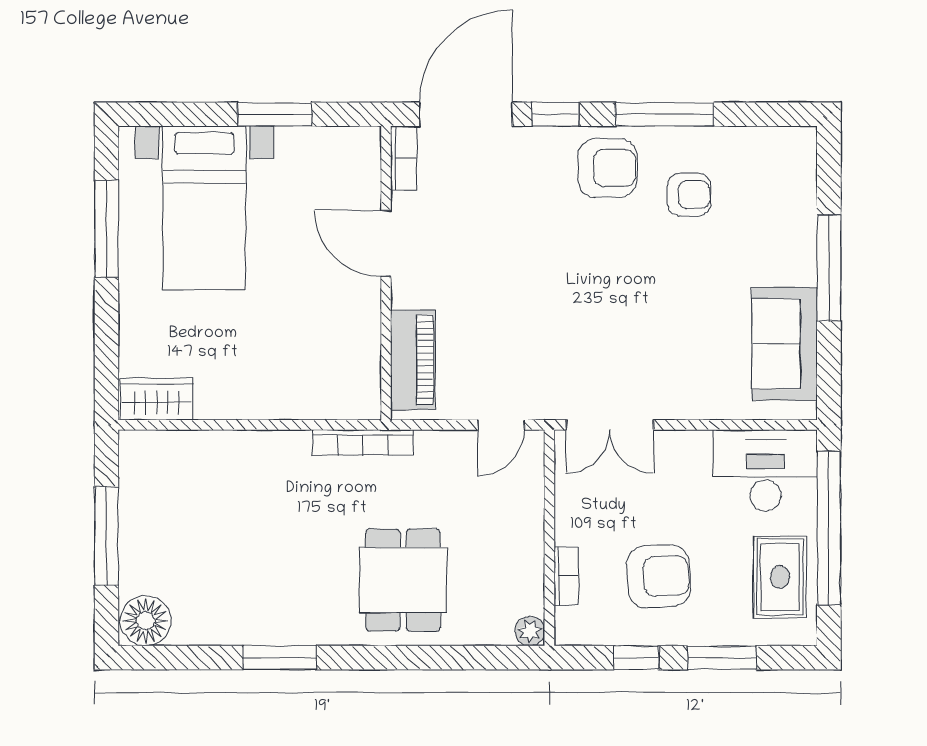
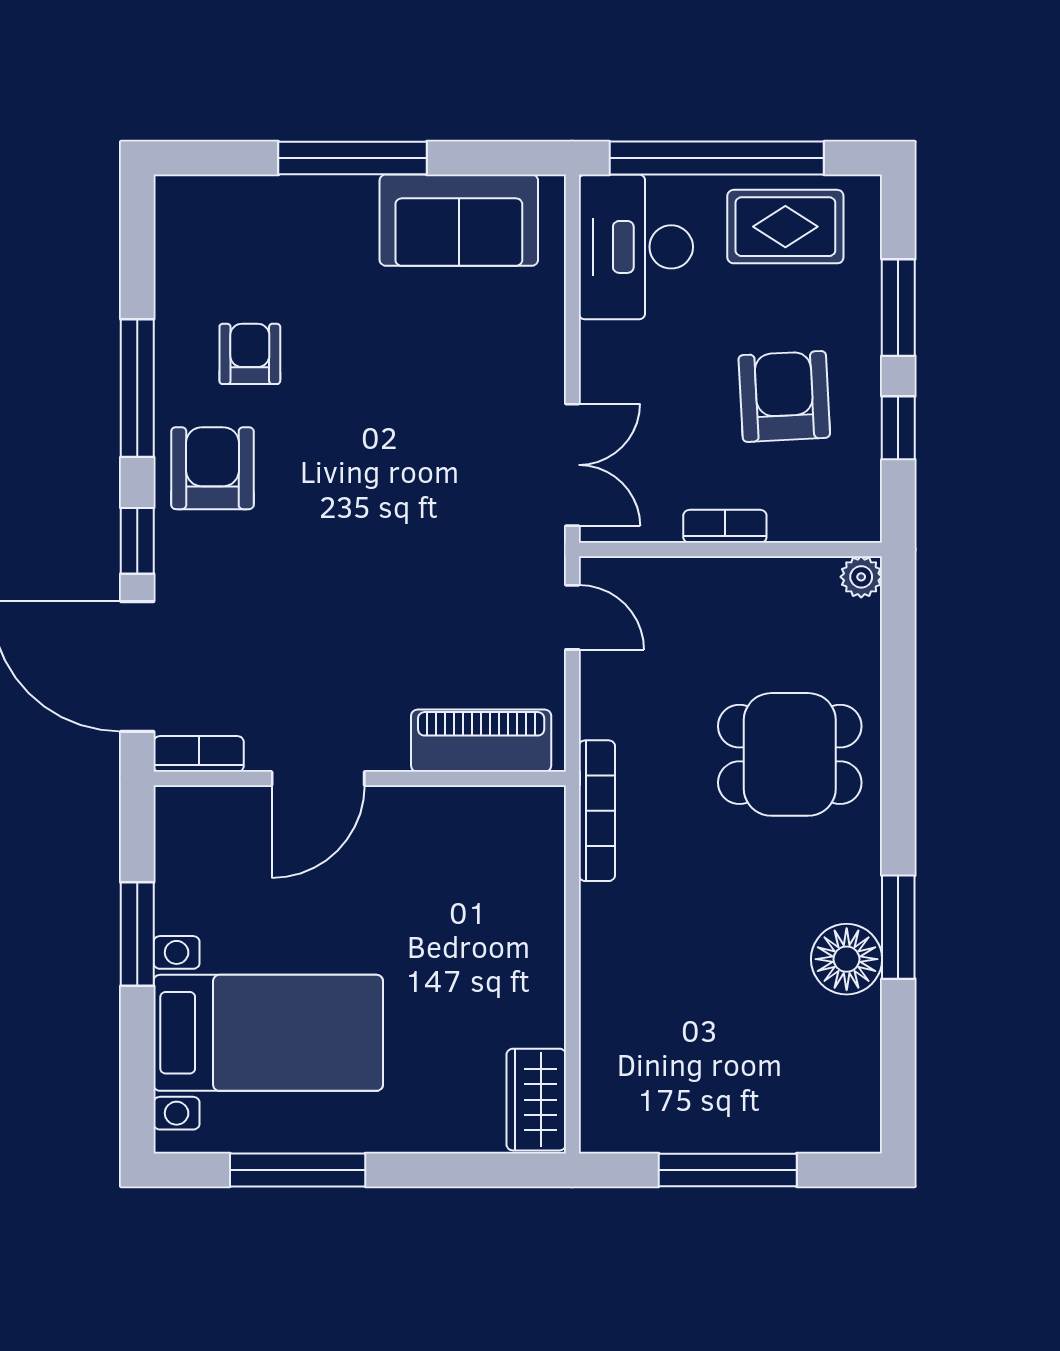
bookcase: (566, 576) -> (725, 526), moved
floor lamp: (146, 621) -> (847, 959), moved

